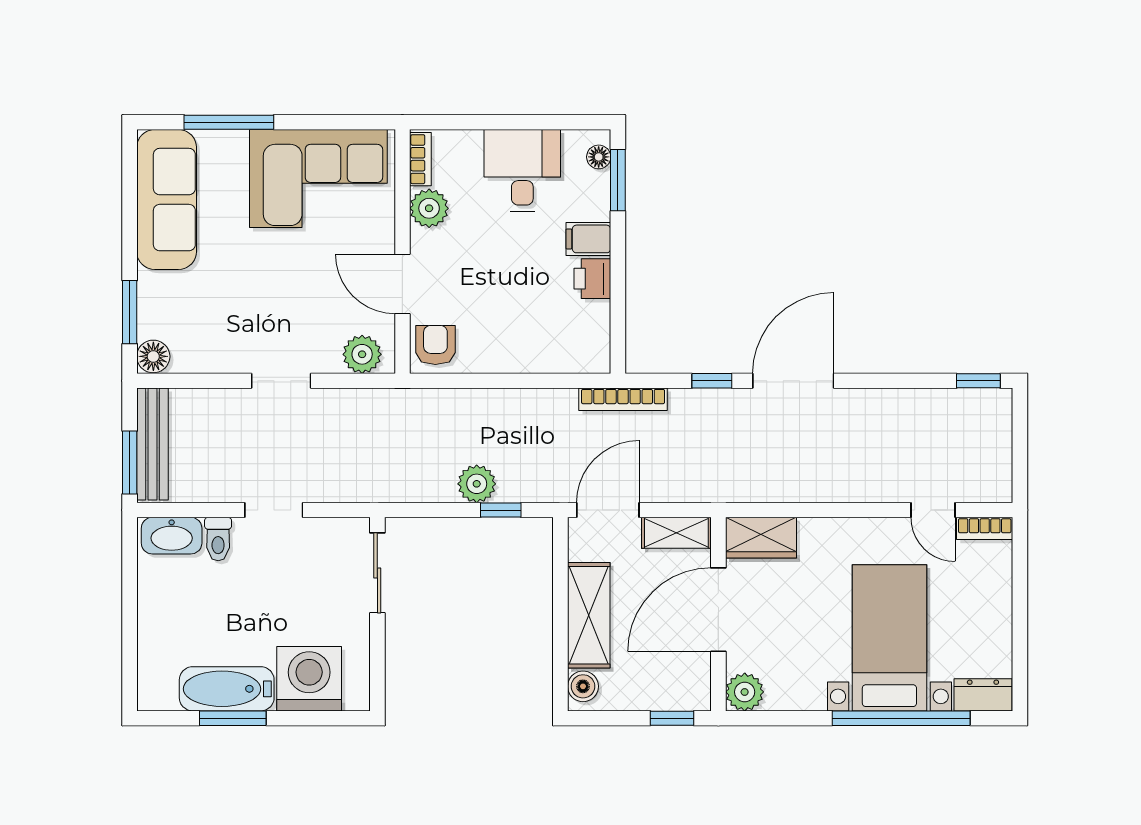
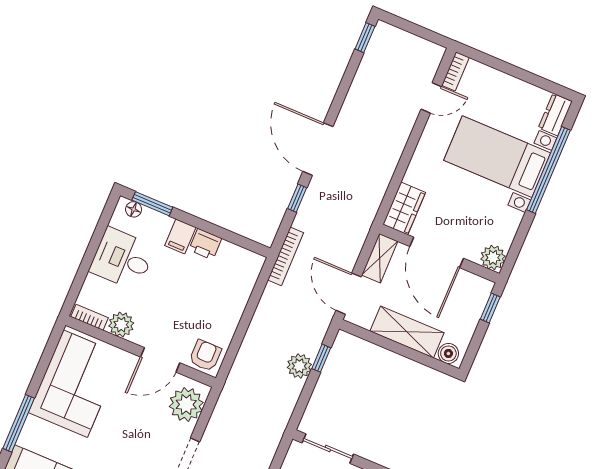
armchair: (435, 345) -> (205, 355), turned 90
plant: (362, 354) -> (186, 405), width x1.36, depth x1.36

